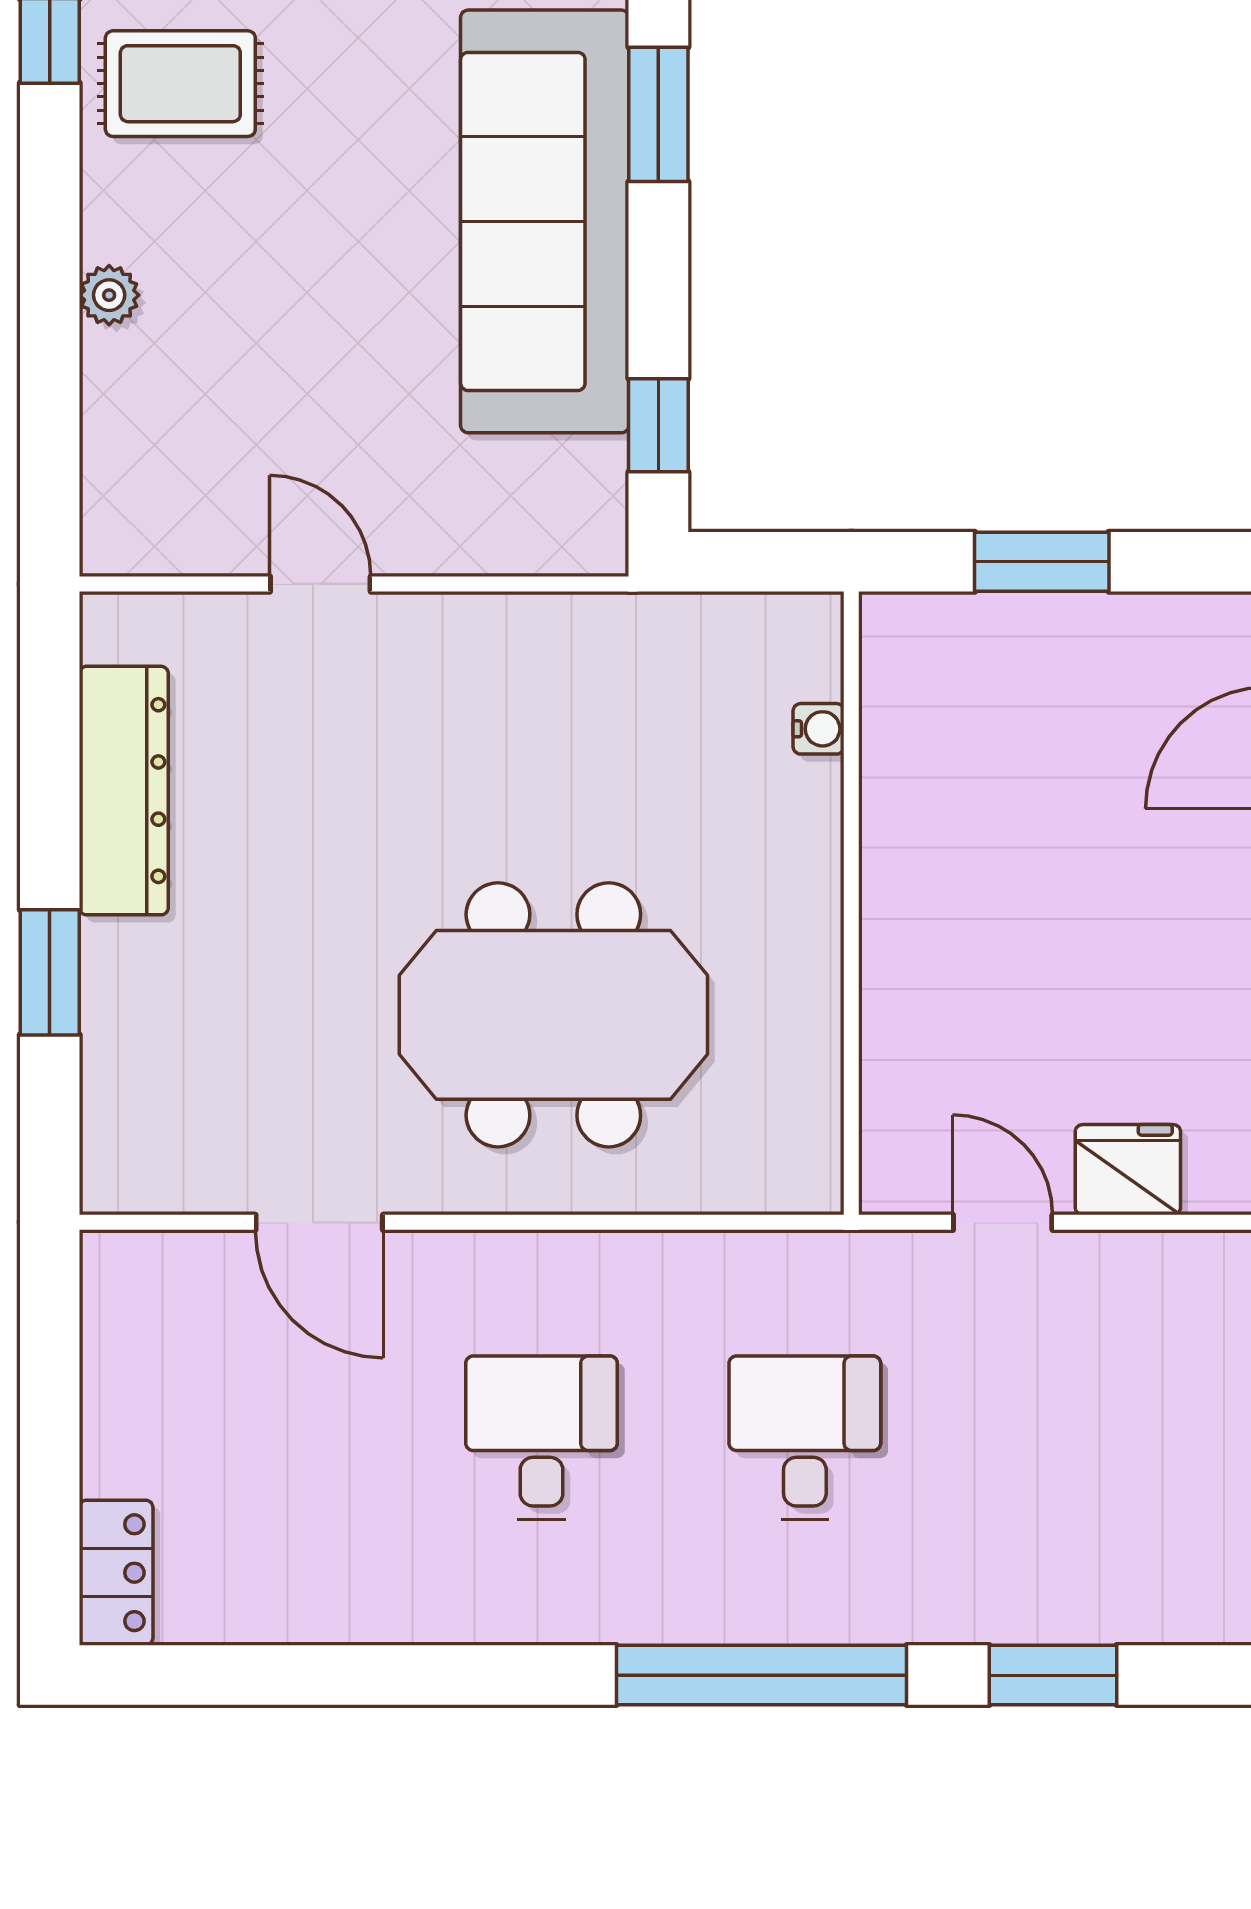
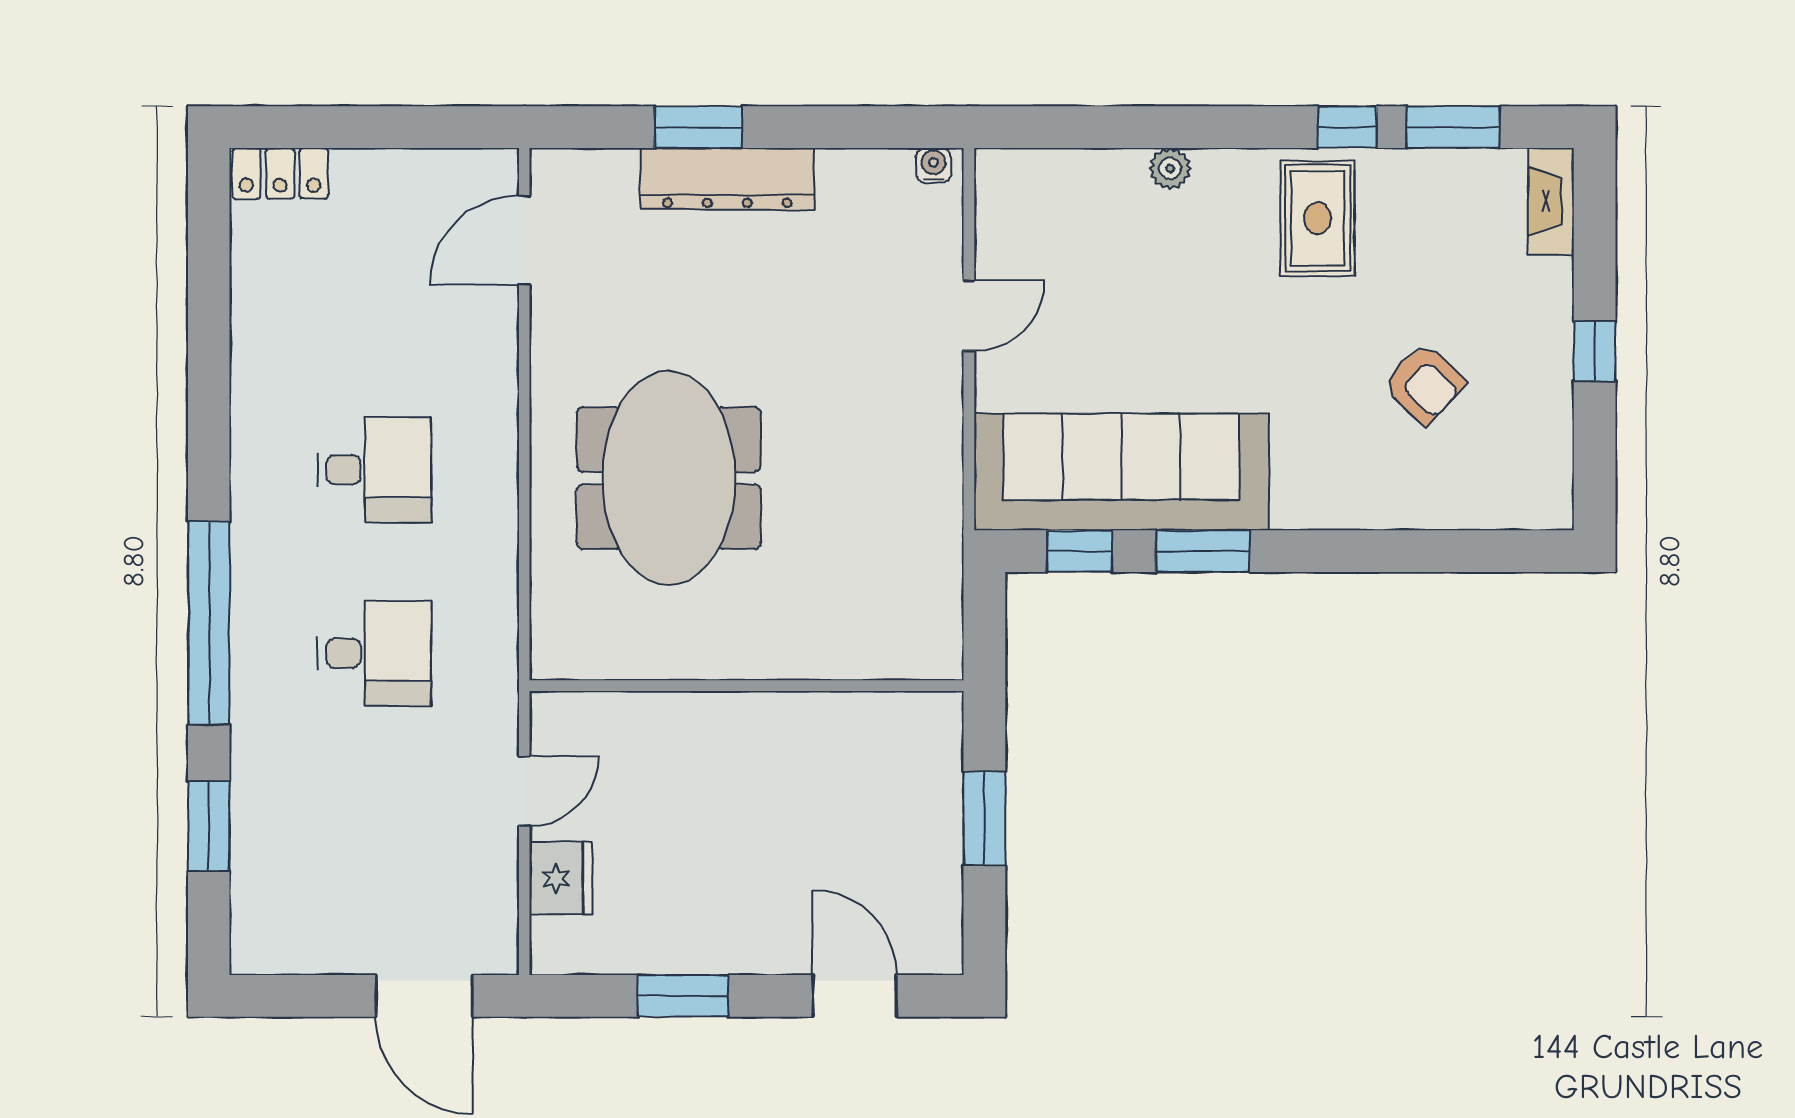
window: (658, 114) -> (1203, 551), moved
sofa: (545, 221) -> (1121, 472), moved
water cooler: (819, 729) -> (933, 165), moved, turned 180
dresser: (124, 791) -> (727, 179), moved
door: (319, 1222) -> (524, 240), moved

